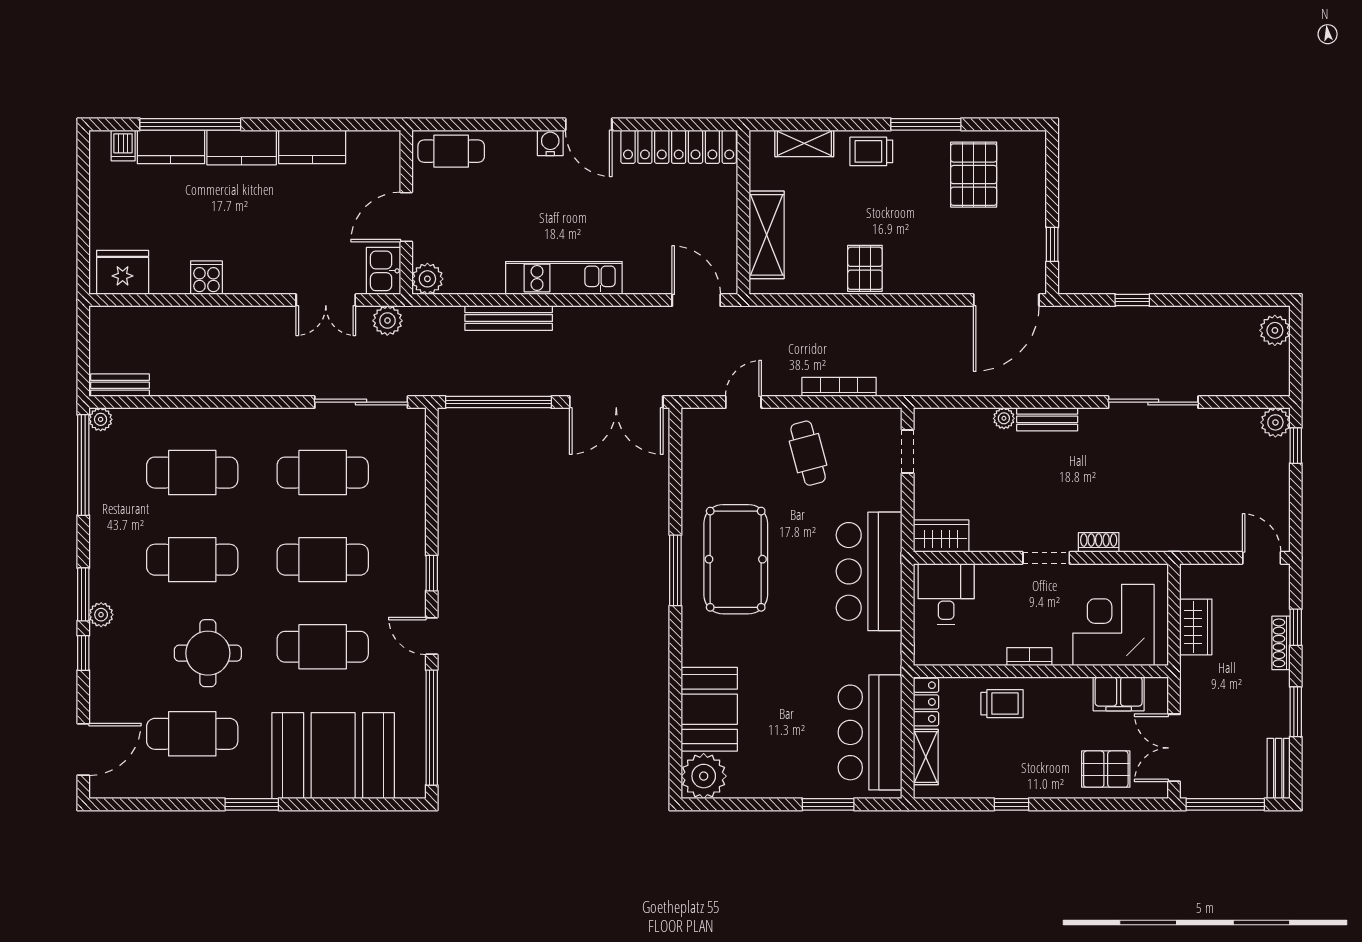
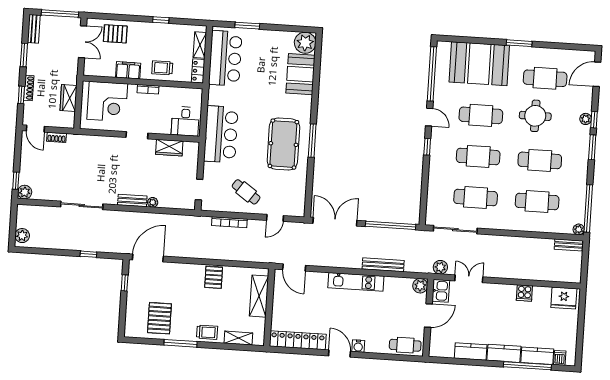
cafe table: (808, 453) -> (246, 192), turned -40
wardrobe: (941, 536) -> (169, 148), moved
shoe rack: (1099, 542) -> (57, 137), moved
plant: (101, 615) -> (586, 119), moved
filing cabinet: (1119, 694) -> (128, 70), moved

